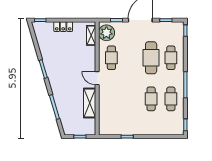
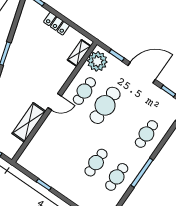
cafe table: (151, 58) -> (105, 105), moved
door: (97, 78) -> (55, 102), swing flipped

